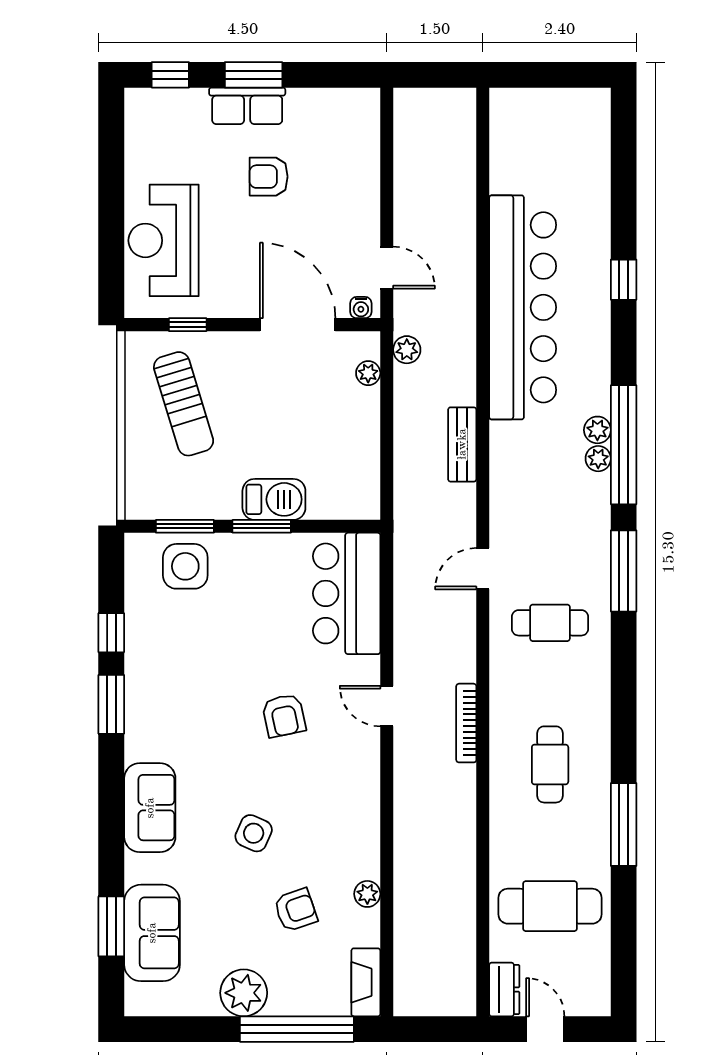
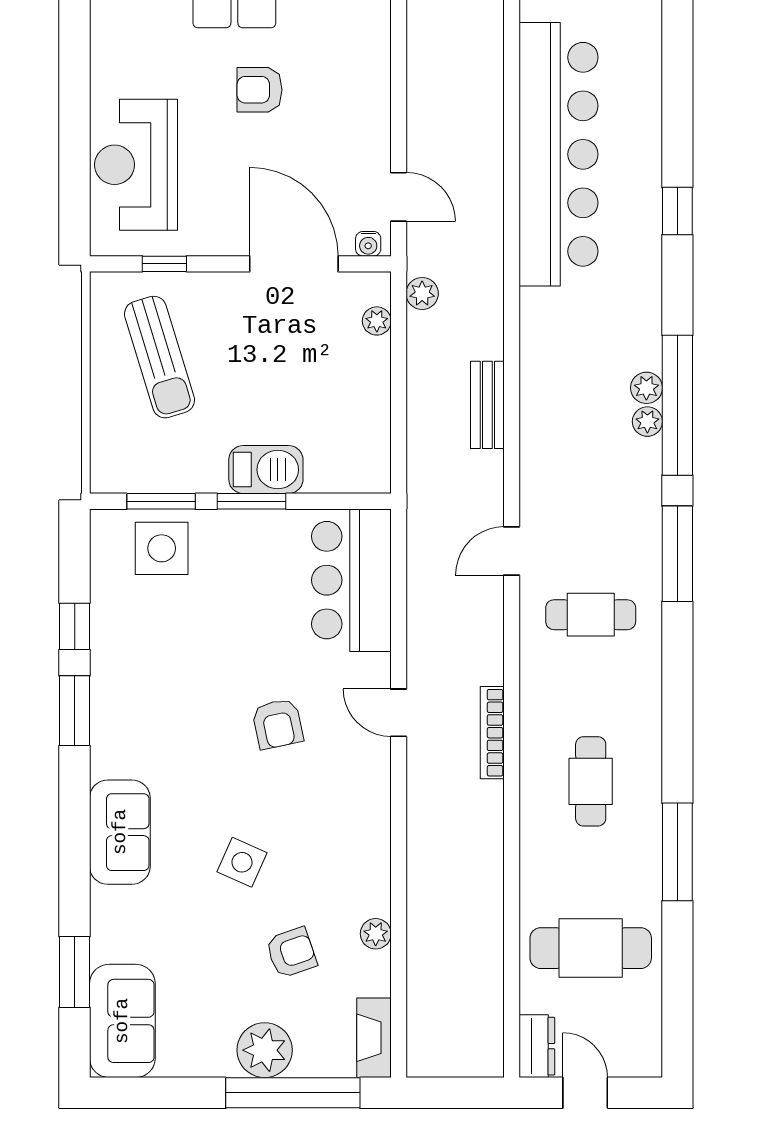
bar counter: (523, 307) -> (559, 154), moved
sofa: (152, 933) -> (122, 1021), moved
plant: (244, 993) -> (265, 1050), moved

